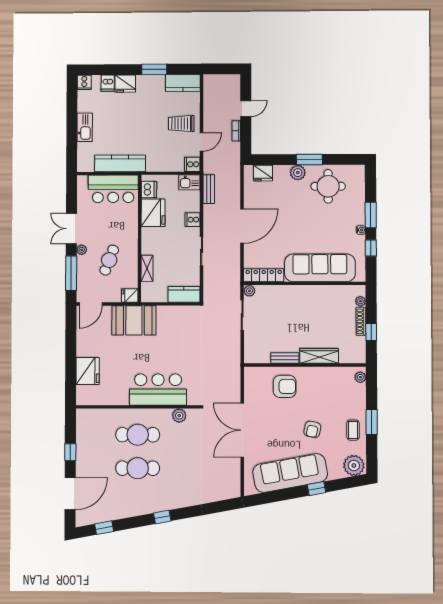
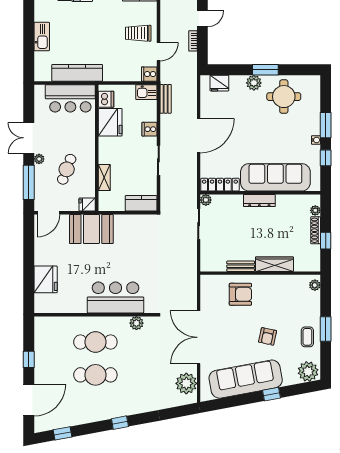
dresser: (304, 291) -> (259, 201), added
plant: (230, 477) -> (186, 383), added

